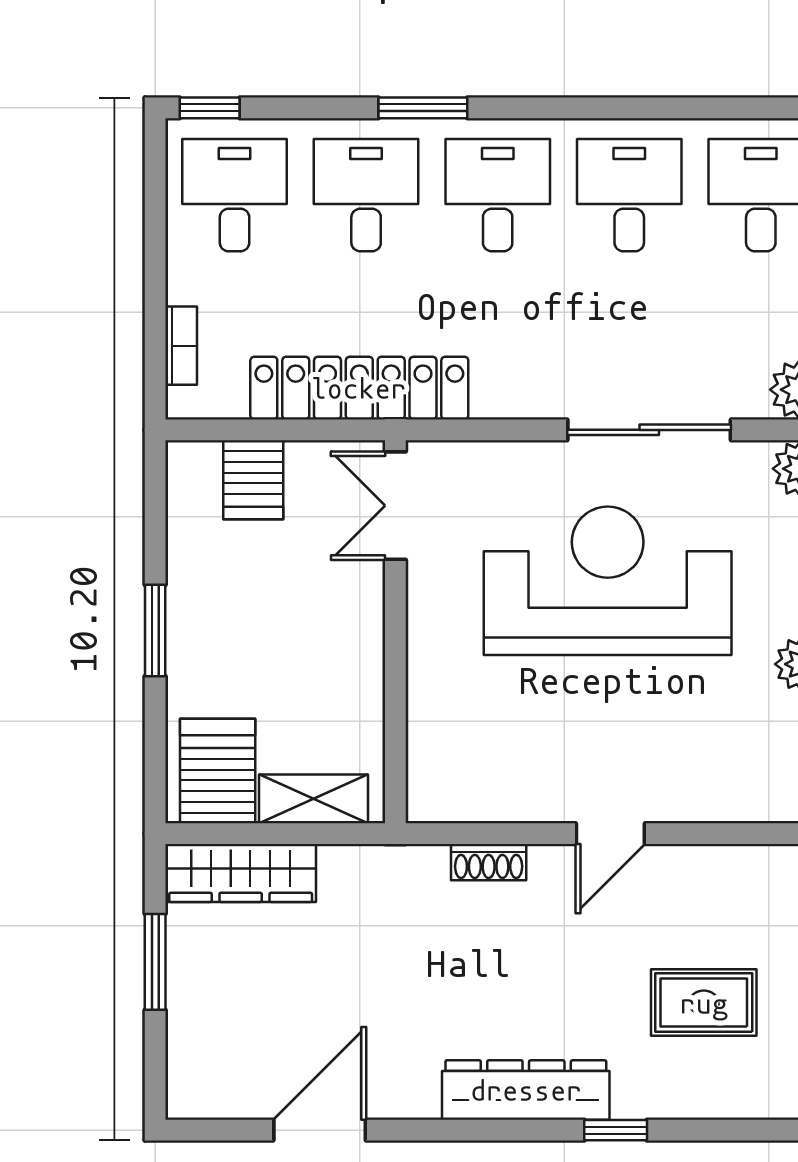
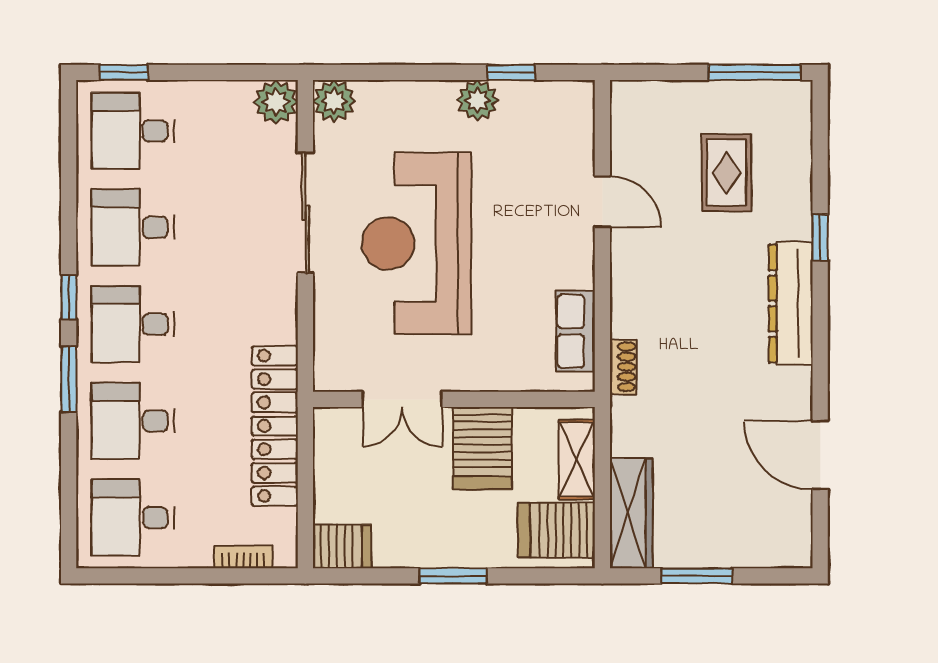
window: (210, 108) -> (69, 297), moved
server rack: (253, 480) -> (342, 546), moved
double door: (395, 506) -> (402, 399), moved
server rack: (329, 671) -> (482, 448), added
row of seats: (488, 797) -> (575, 331), added
door: (610, 834) -> (602, 202), moved
shoe rack: (489, 862) -> (623, 367), moved

